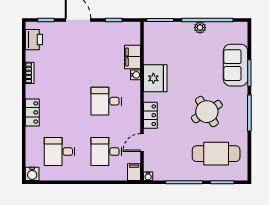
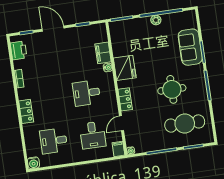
round table: (207, 112) -> (172, 89), turned 32
desk: (106, 152) -> (93, 135), turned -90

